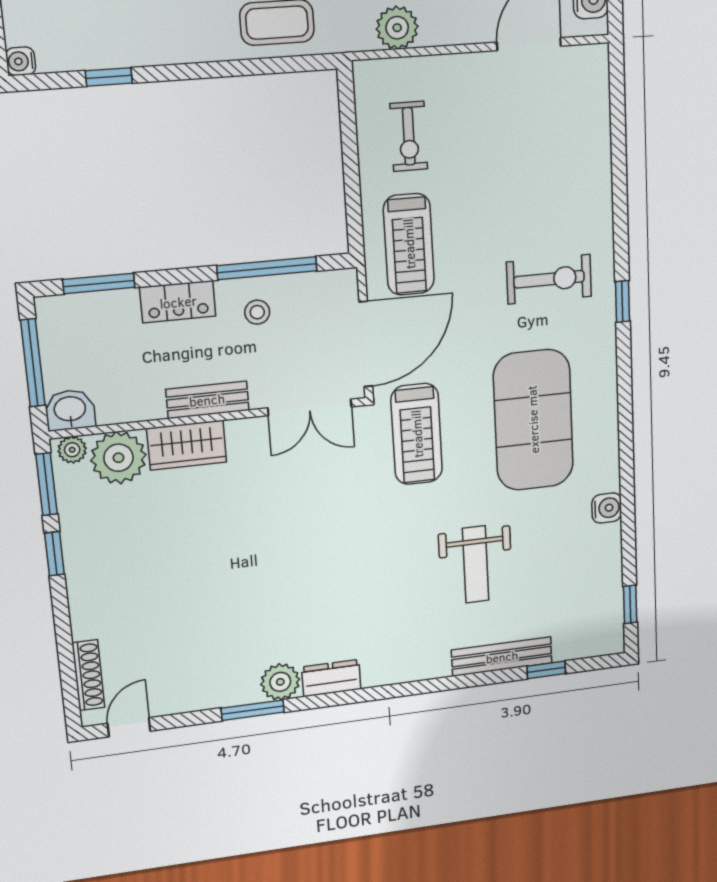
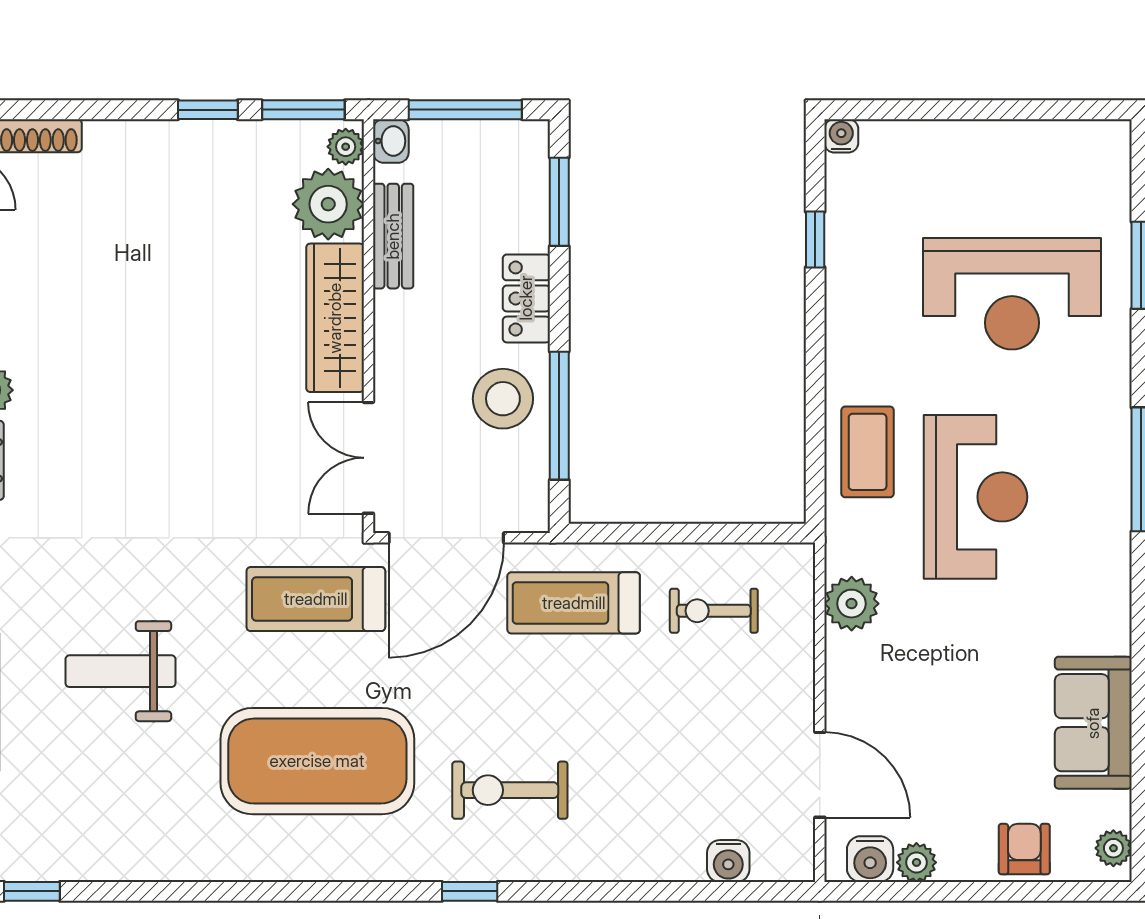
exercise bike: (549, 279) -> (510, 790), turned 90
stool: (257, 312) -> (503, 399), width x1.89, depth x1.89
door: (366, 344) -> (446, 538), hinge flipped
bench: (207, 400) -> (393, 236), moved
washbasin: (70, 410) -> (391, 141), width x0.72, depth x0.69
wardrobe: (187, 445) -> (335, 318), width x1.50
water cooler: (607, 508) -> (728, 861), moved

